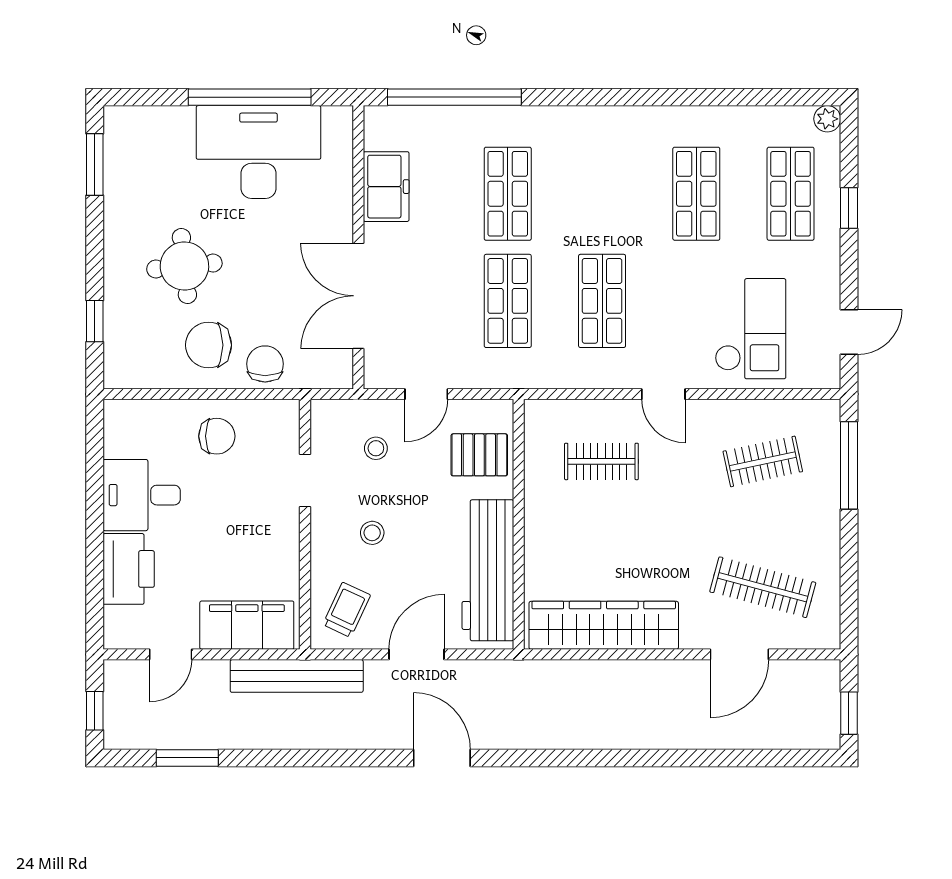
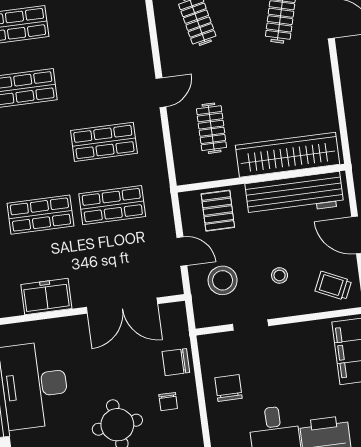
checkout: (750, 329) -> (109, 40), removed
chair: (209, 345) -> (168, 402), width x0.54, depth x0.54
stool: (376, 448) -> (223, 280), width x1.89, depth x1.89
wardrobe: (604, 625) -> (287, 155), moved, turned 90

